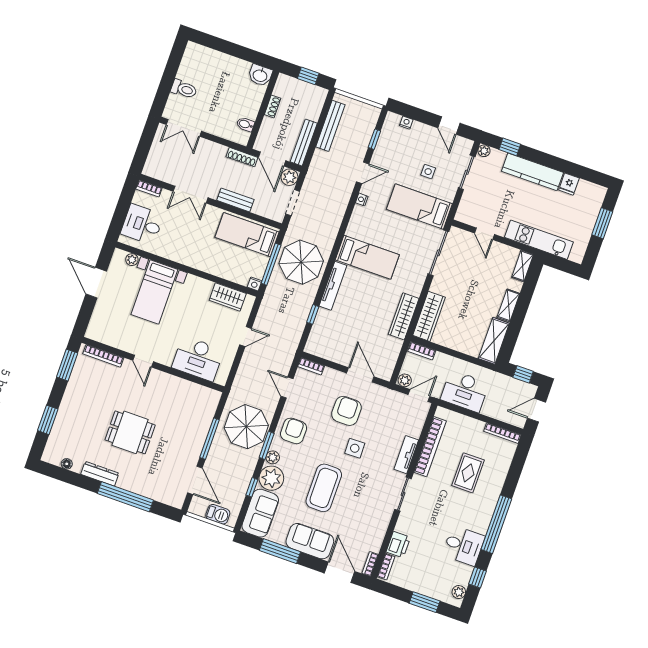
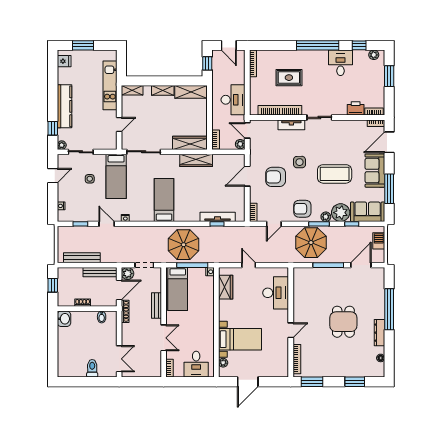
fridge: (569, 184) -> (64, 61), moved
tv unit: (333, 286) -> (218, 217), moved

